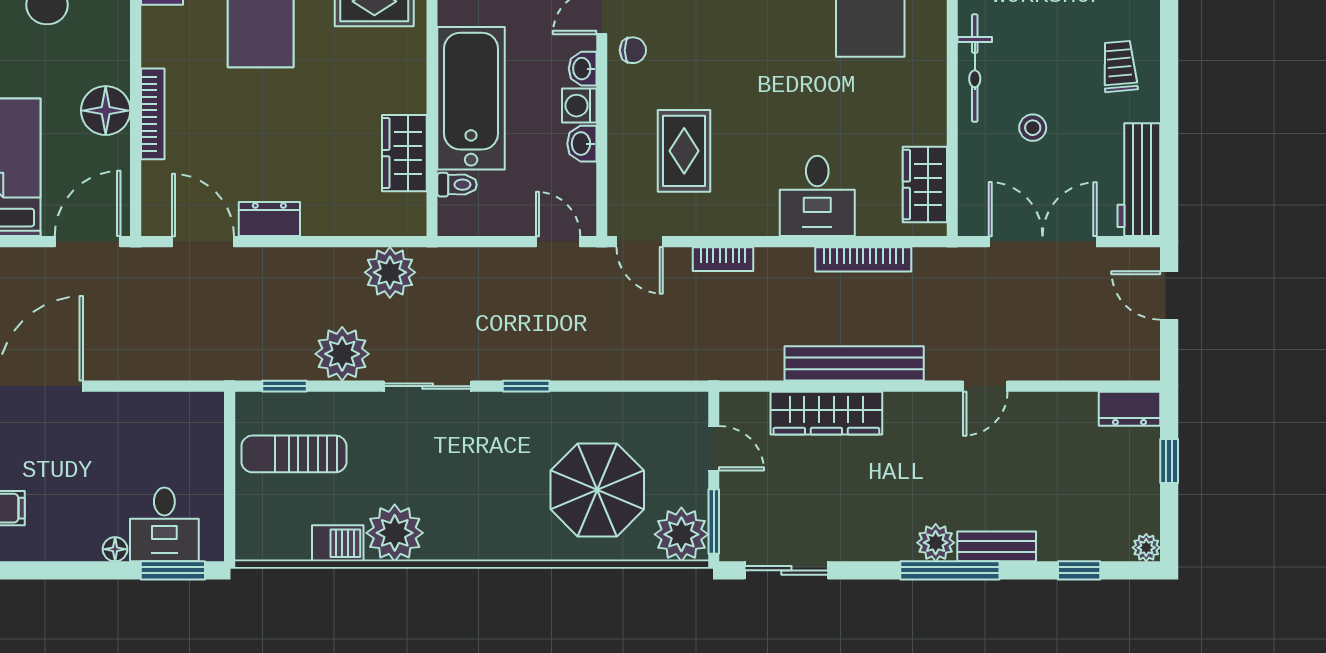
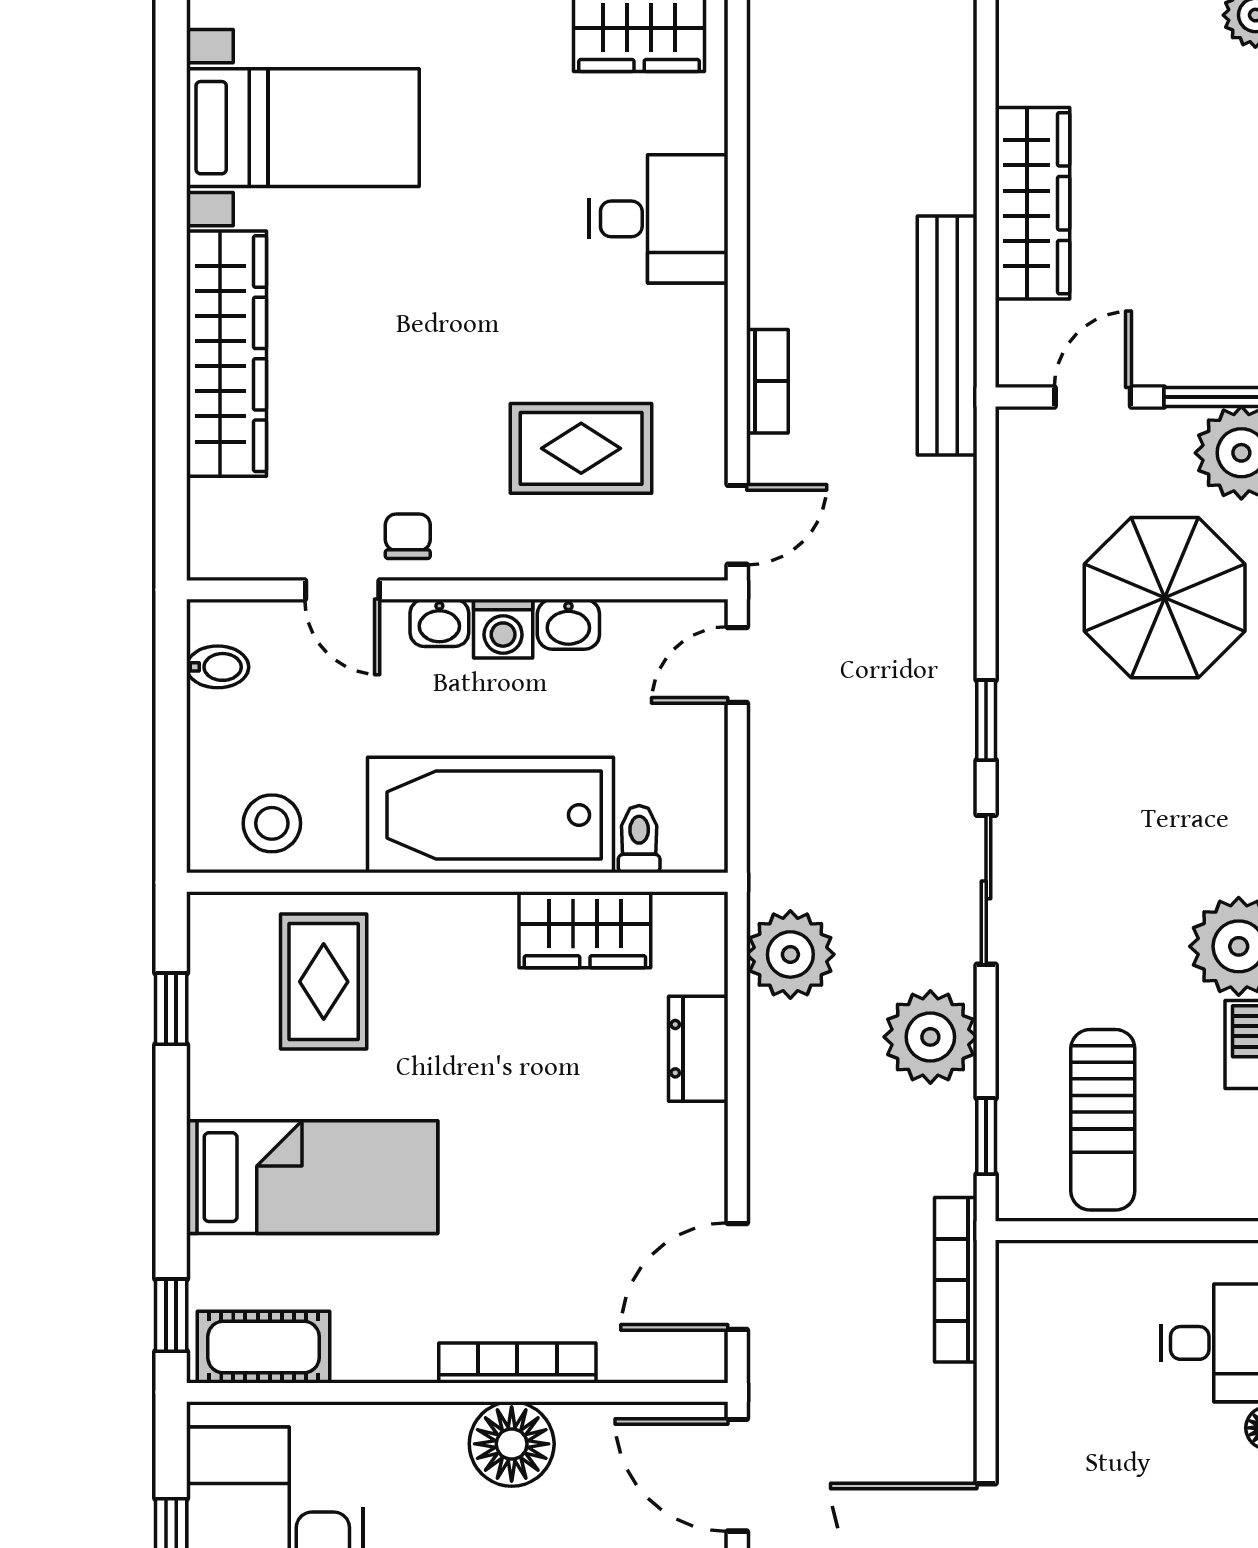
dresser: (269, 219) -> (698, 1049), moved
bookcase: (863, 259) -> (956, 1280), moved, turned 180
bench: (854, 363) -> (947, 335), moved

